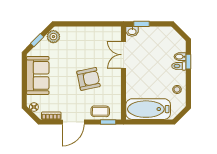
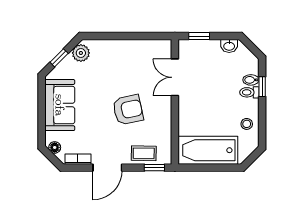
washbasin: (132, 31) -> (229, 46), moved

